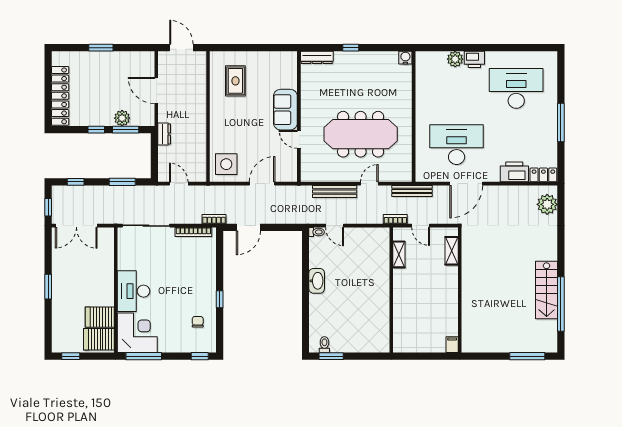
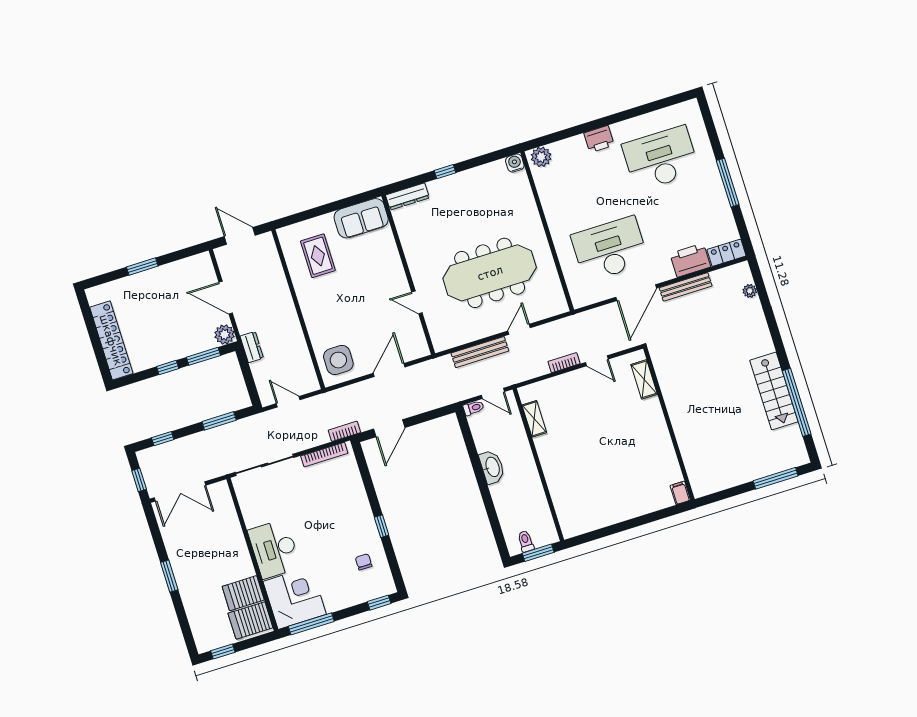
plant: (455, 59) -> (541, 157), moved
sofa: (285, 110) -> (361, 218), moved, turned -90
plant: (122, 118) -> (224, 335), moved
bench: (412, 191) -> (686, 287), moved
plant: (547, 204) -> (750, 291), width x0.53, depth x0.53
shelving: (399, 254) -> (534, 419), moved
wall: (391, 290) -> (538, 465), moved

